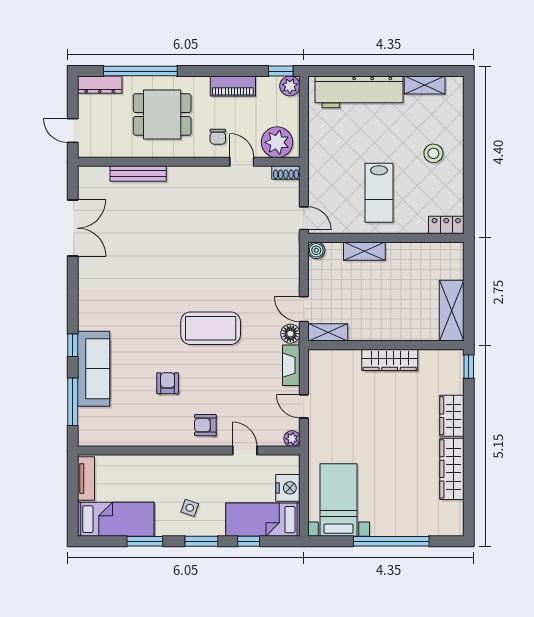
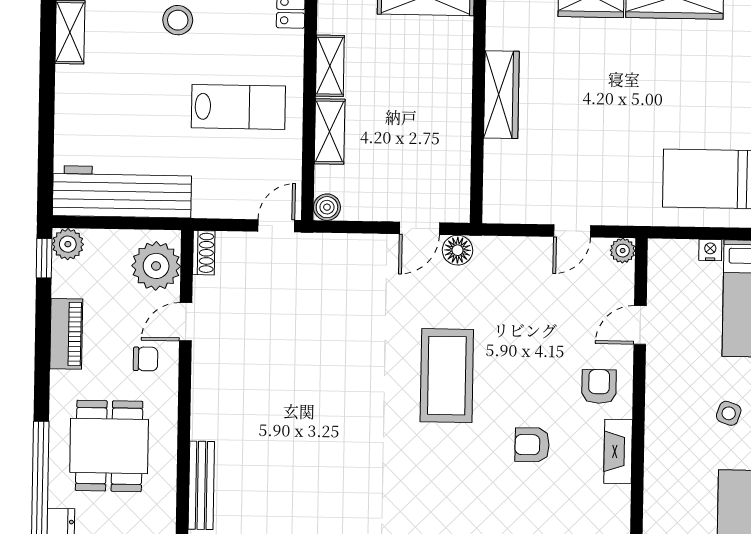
workbench: (359, 92) -> (122, 192), moved, turned -90
shelving: (328, 332) -> (330, 66), moved
fireplace: (291, 365) -> (618, 451), moved, turned 90
armchair: (205, 425) -> (599, 386), turned 180
nightstand: (288, 488) -> (710, 250), width x0.53, depth x0.56

